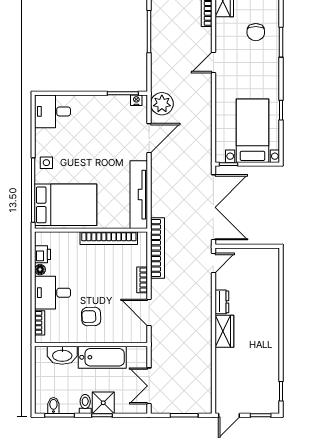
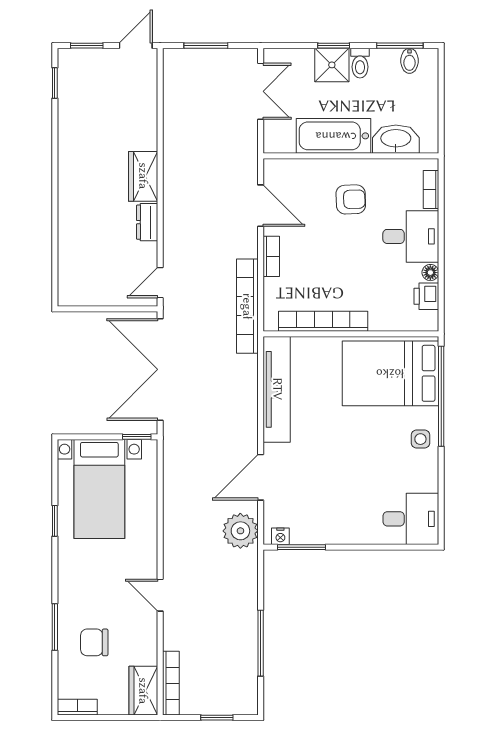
chair: (256, 32) -> (94, 642), turned -90
door: (213, 62) -> (160, 595), swing flipped

